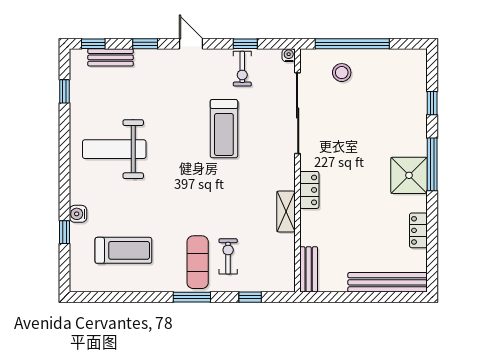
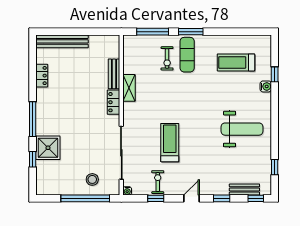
door: (191, 44) -> (191, 198), swing flipped
shower: (409, 175) -> (48, 148), moved
bench: (309, 269) -> (114, 74), moved
window: (250, 297) -> (153, 32), width x2.17

